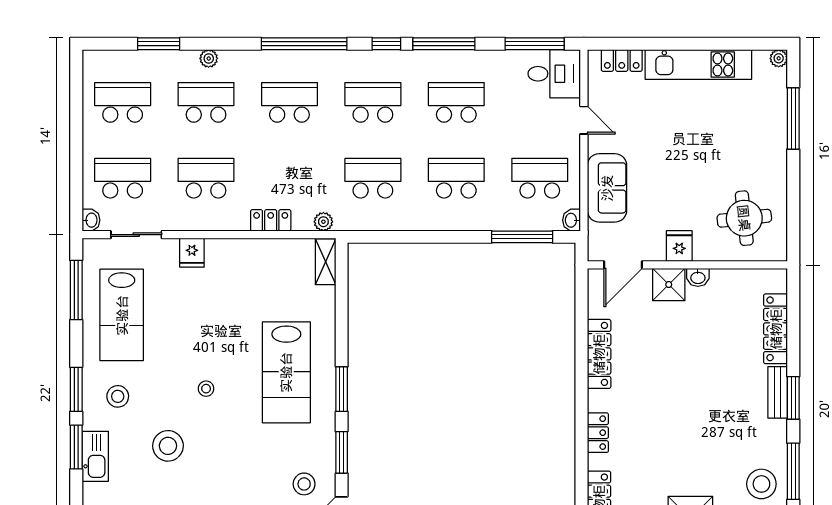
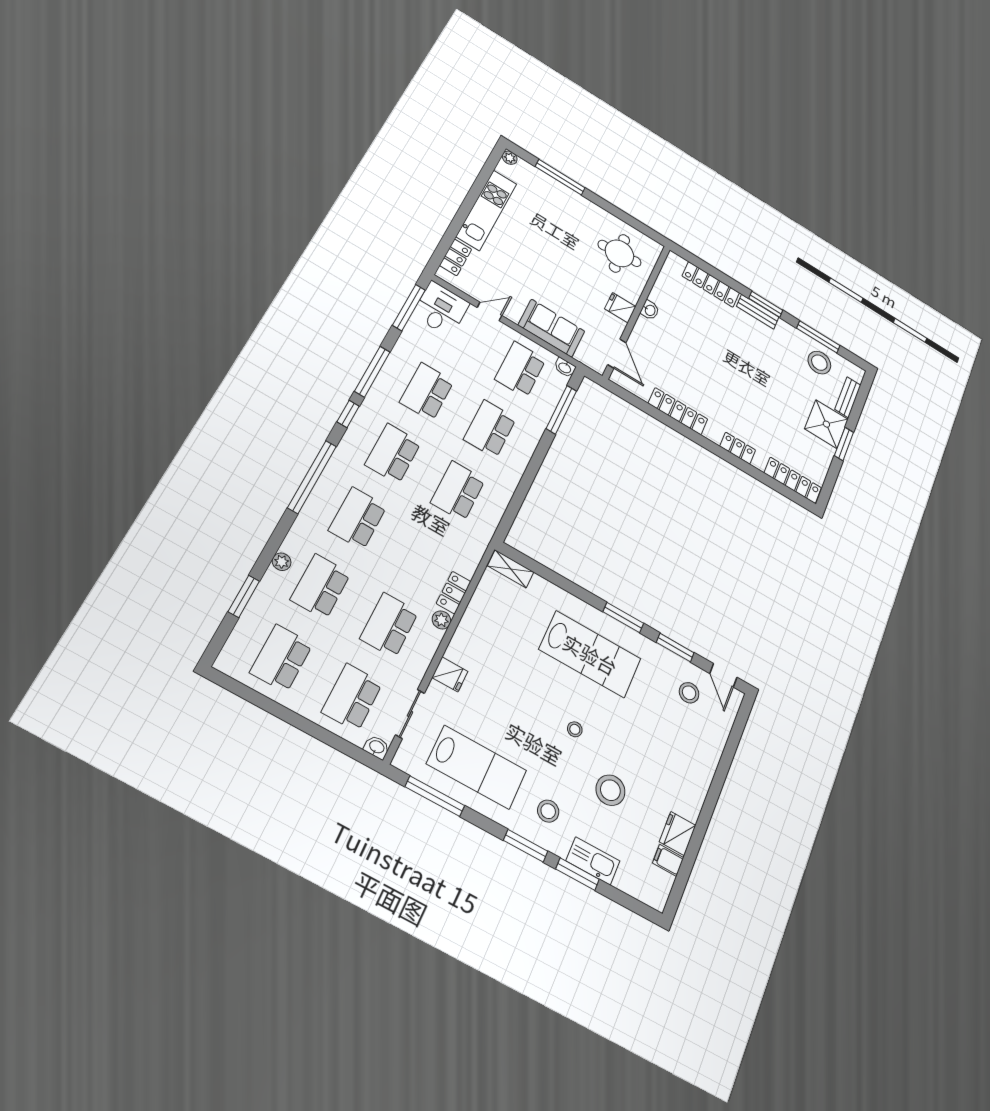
plant: (323, 222) -> (441, 620), moved
shower: (669, 285) -> (646, 332), removed

